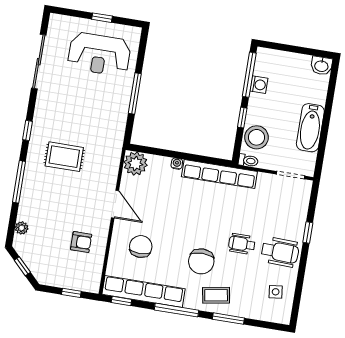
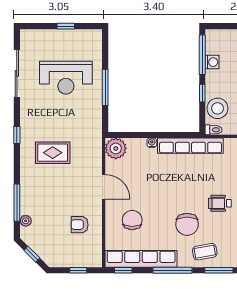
reception desk: (99, 54) -> (66, 78), moved
window: (19, 182) -> (17, 203), moved
armchair: (81, 242) -> (80, 225), turned 180

